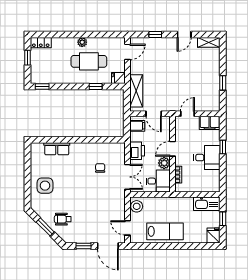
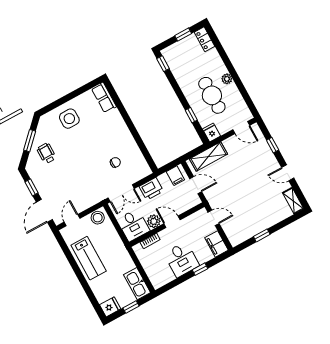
door: (154, 114) -> (196, 185), swing flipped
row of seats: (57, 149) -> (104, 98), moved

